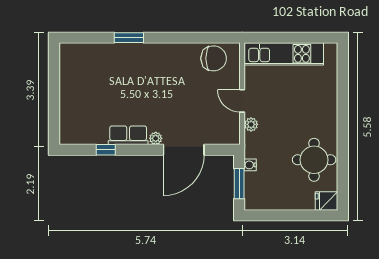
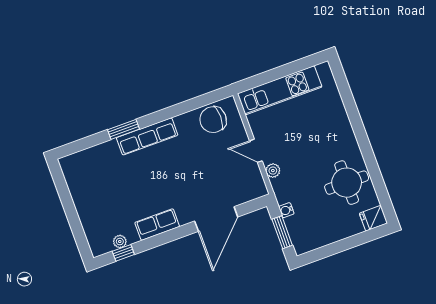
row of seats: (148, 52) -> (147, 136), added
chair: (214, 58) -> (213, 120), turned 180
plant: (156, 138) -> (120, 242), moved
window: (106, 150) -> (123, 253), moved

